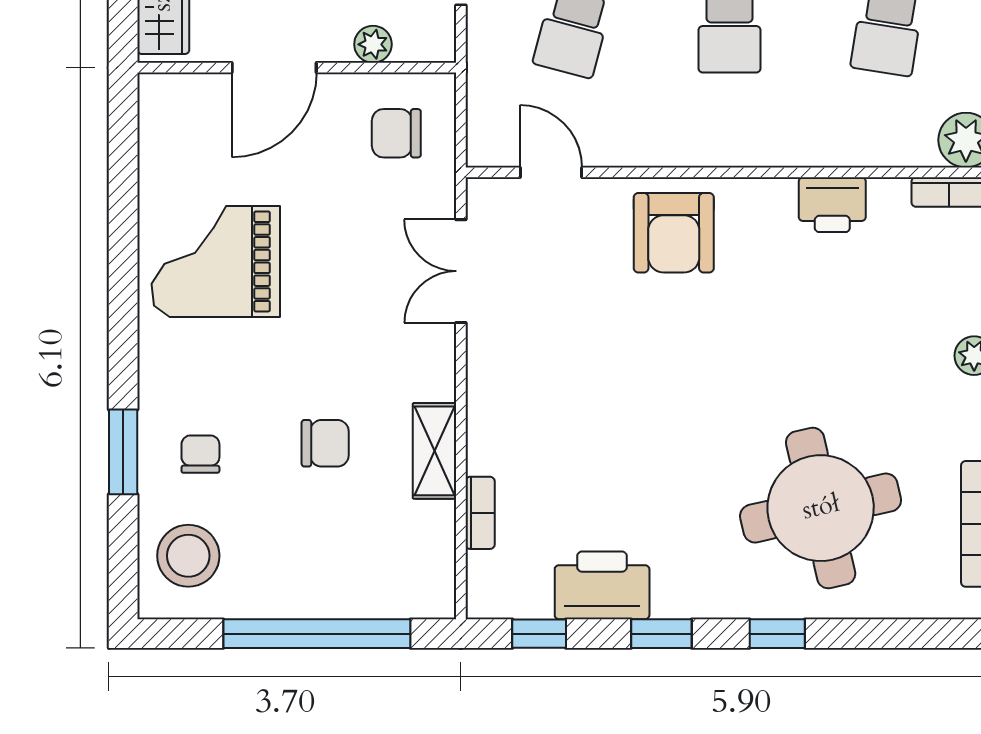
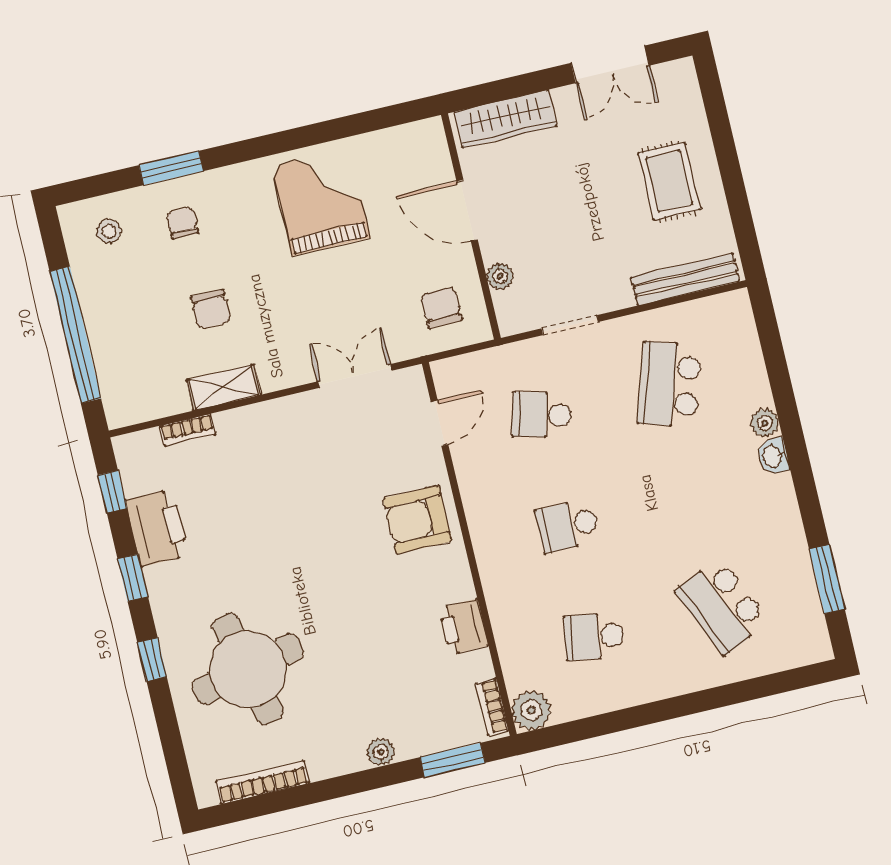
chair: (200, 454) -> (182, 223), turned -90
stool: (188, 556) -> (109, 231), width x0.53, depth x0.53

